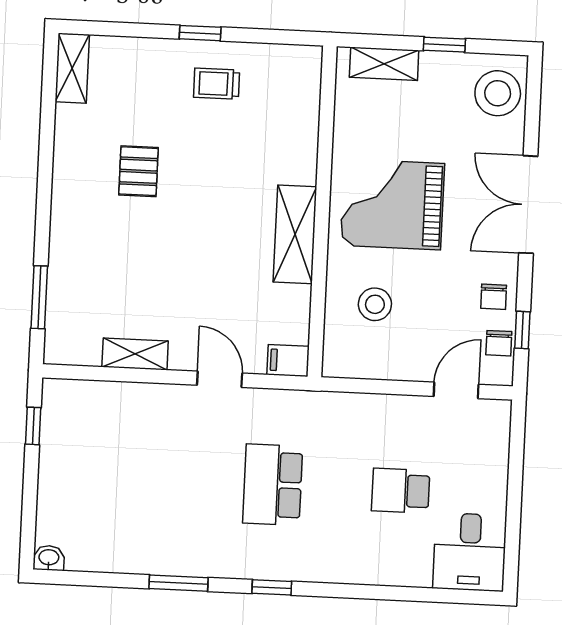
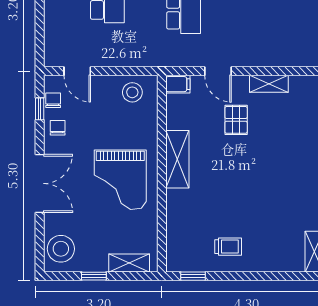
window: (200, 33) -> (193, 276), moved
pallet: (138, 171) -> (236, 120), moved
grand piano: (392, 204) -> (120, 180), turned 90
stool: (375, 304) -> (132, 92), moved
door: (456, 390) -> (77, 71), hinge flipped

